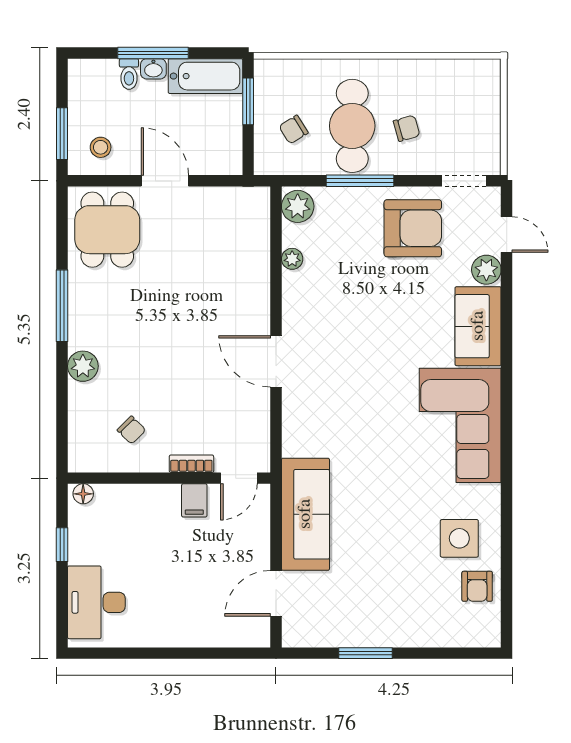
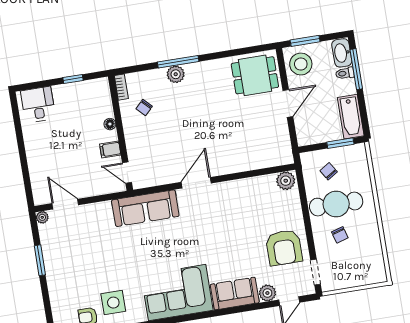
window: (153, 53) -> (356, 69), moved
washbasin: (153, 69) -> (342, 53), moved, width x1.91, depth x1.45
stool: (101, 147) -> (301, 64), width x1.89, depth x1.89
window: (360, 181) -> (306, 213), removed
plant: (292, 259) -> (42, 217), moved
window: (62, 306) -> (178, 62), moved
bookcase: (191, 464) -> (121, 87), moved
floor lamp: (83, 494) -> (110, 124), moved
sofa: (305, 514) -> (145, 208), moved
desk: (96, 602) -> (38, 105), width x0.73

